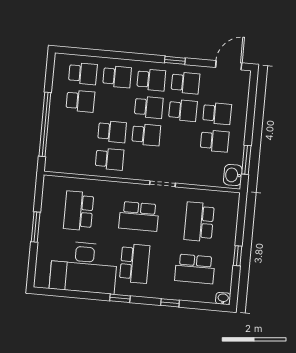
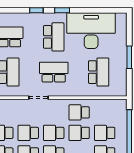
school desk: (78, 128) -> (105, 133), added
school desk: (180, 138) -> (28, 133), added
school desk: (135, 263) -> (54, 37), turned 180
window: (170, 303) -> (36, 10), moved

